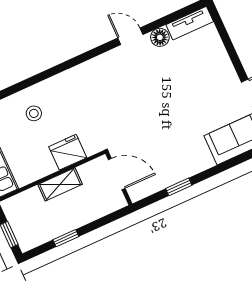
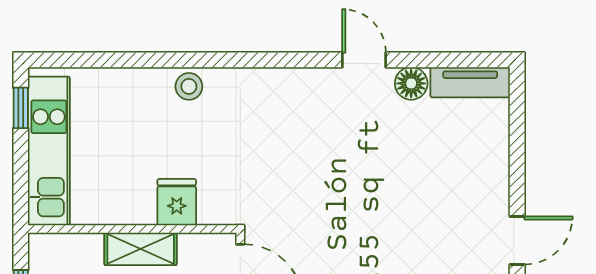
stool: (34, 113) -> (189, 86), moved
fridge: (68, 152) -> (177, 202), width x0.72

